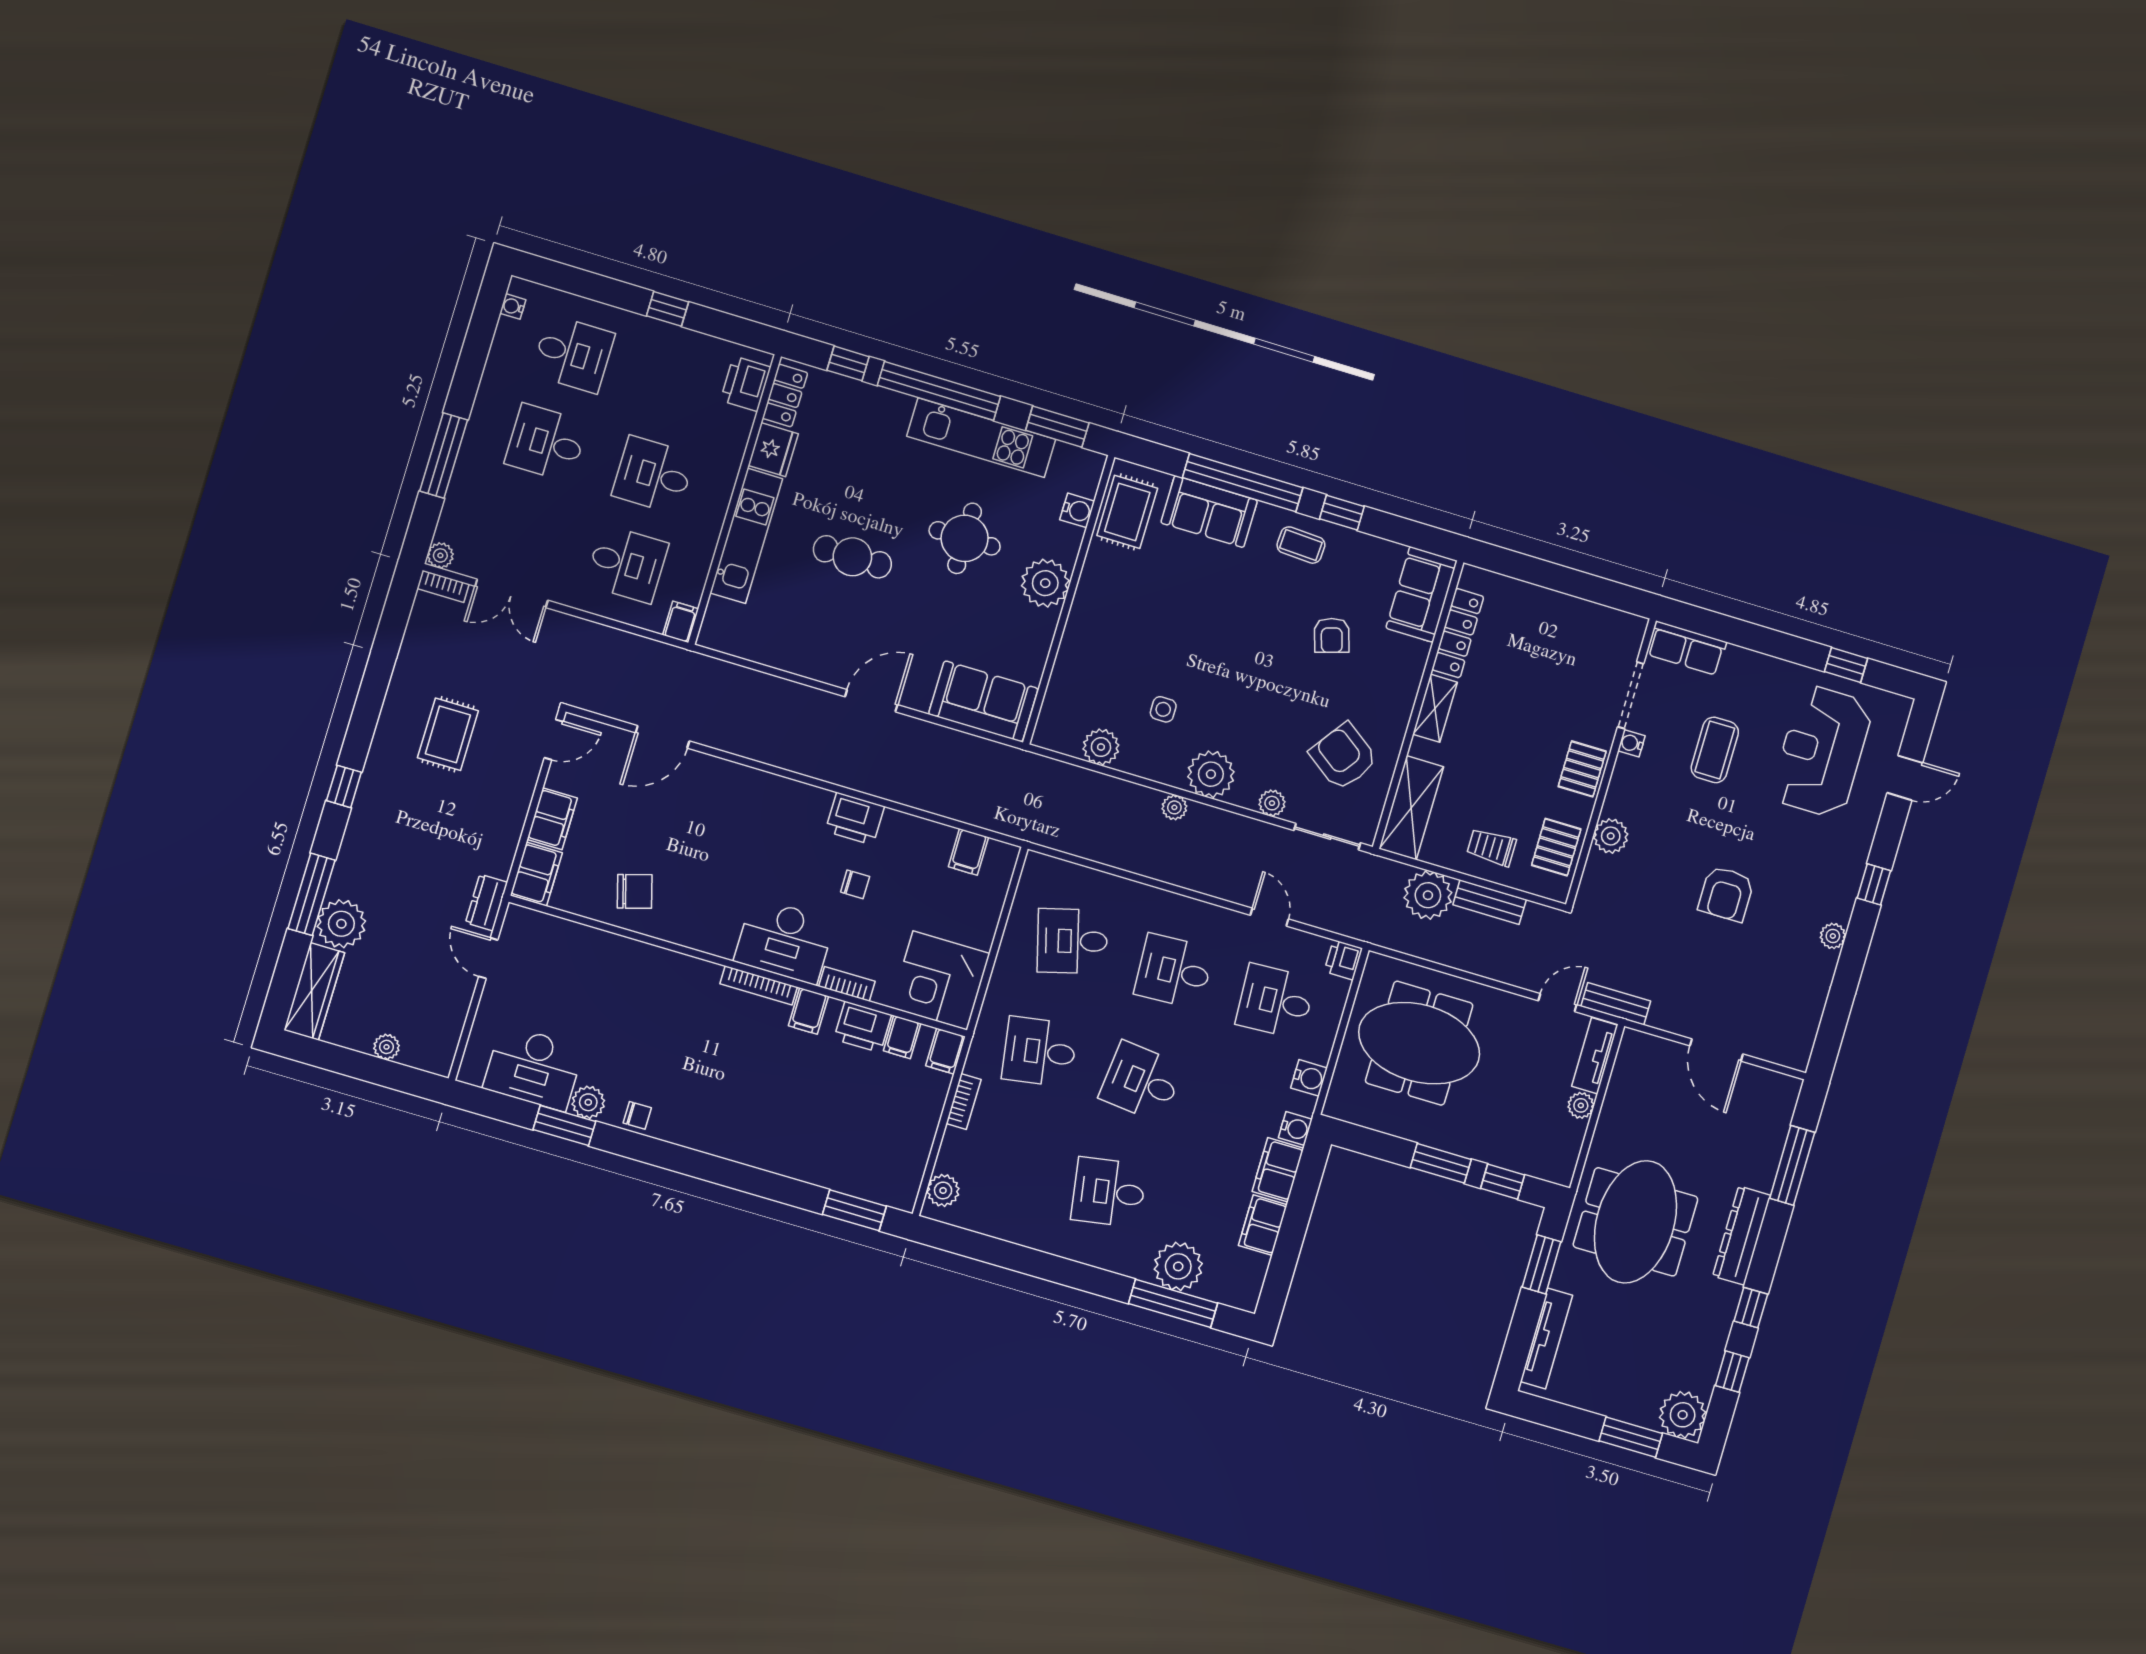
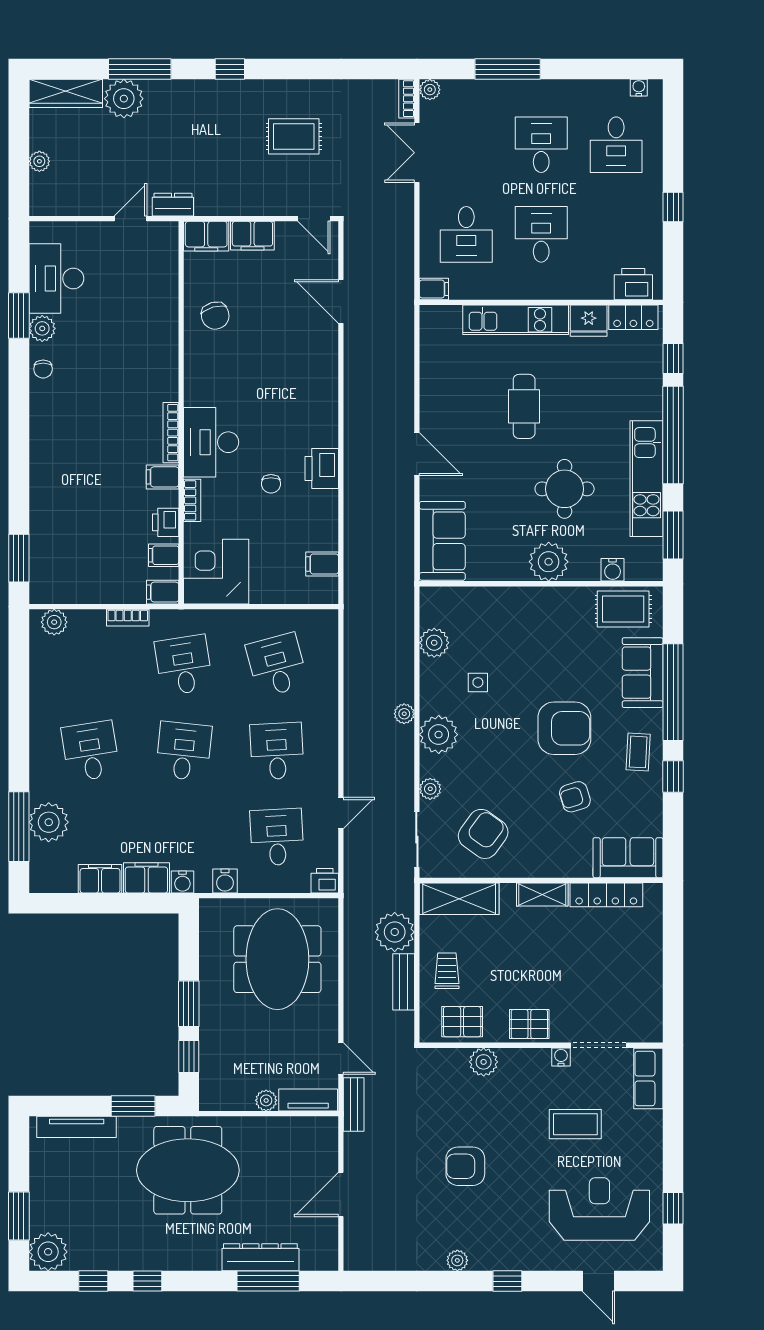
armchair: (1247, 624) -> (564, 728), added
printer: (863, 1027) -> (166, 522), width x0.73, depth x0.81
dresser: (1742, 1236) -> (260, 1257), moved

